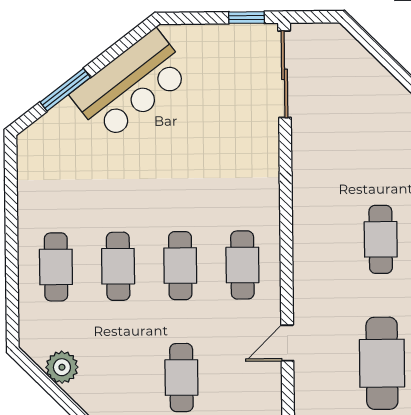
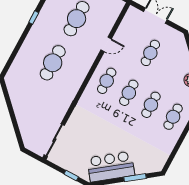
window: (247, 18) -> (71, 176), moved
cafe table: (381, 239) -> (53, 63), width x1.37, depth x1.35

